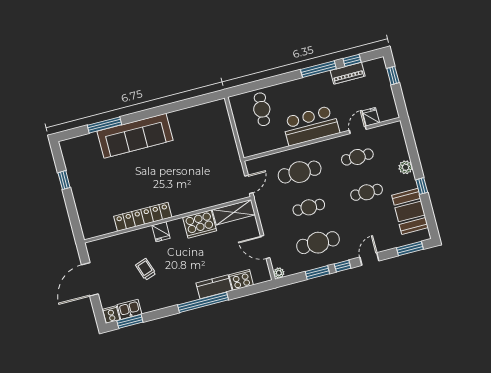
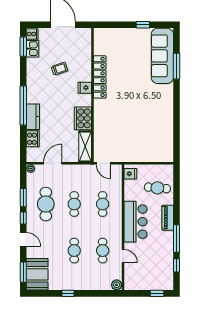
piano: (348, 73) -> (168, 218), moved
fridge: (371, 117) -> (130, 174), moved
sofa: (135, 136) -> (162, 56), moved
plant: (406, 167) -> (117, 285), moved
cafe table: (300, 172) -> (103, 204), width x0.73, depth x0.74
booth: (410, 211) -> (37, 274), moved, turned 90

